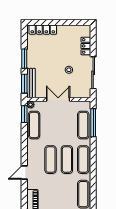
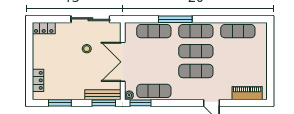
locker: (43, 30) -> (38, 80), width x0.66
locker: (86, 46) -> (44, 28), moved
window: (24, 59) -> (60, 103), moved
double door: (58, 99) -> (123, 62), width x1.37
window: (93, 123) -> (175, 19), moved

